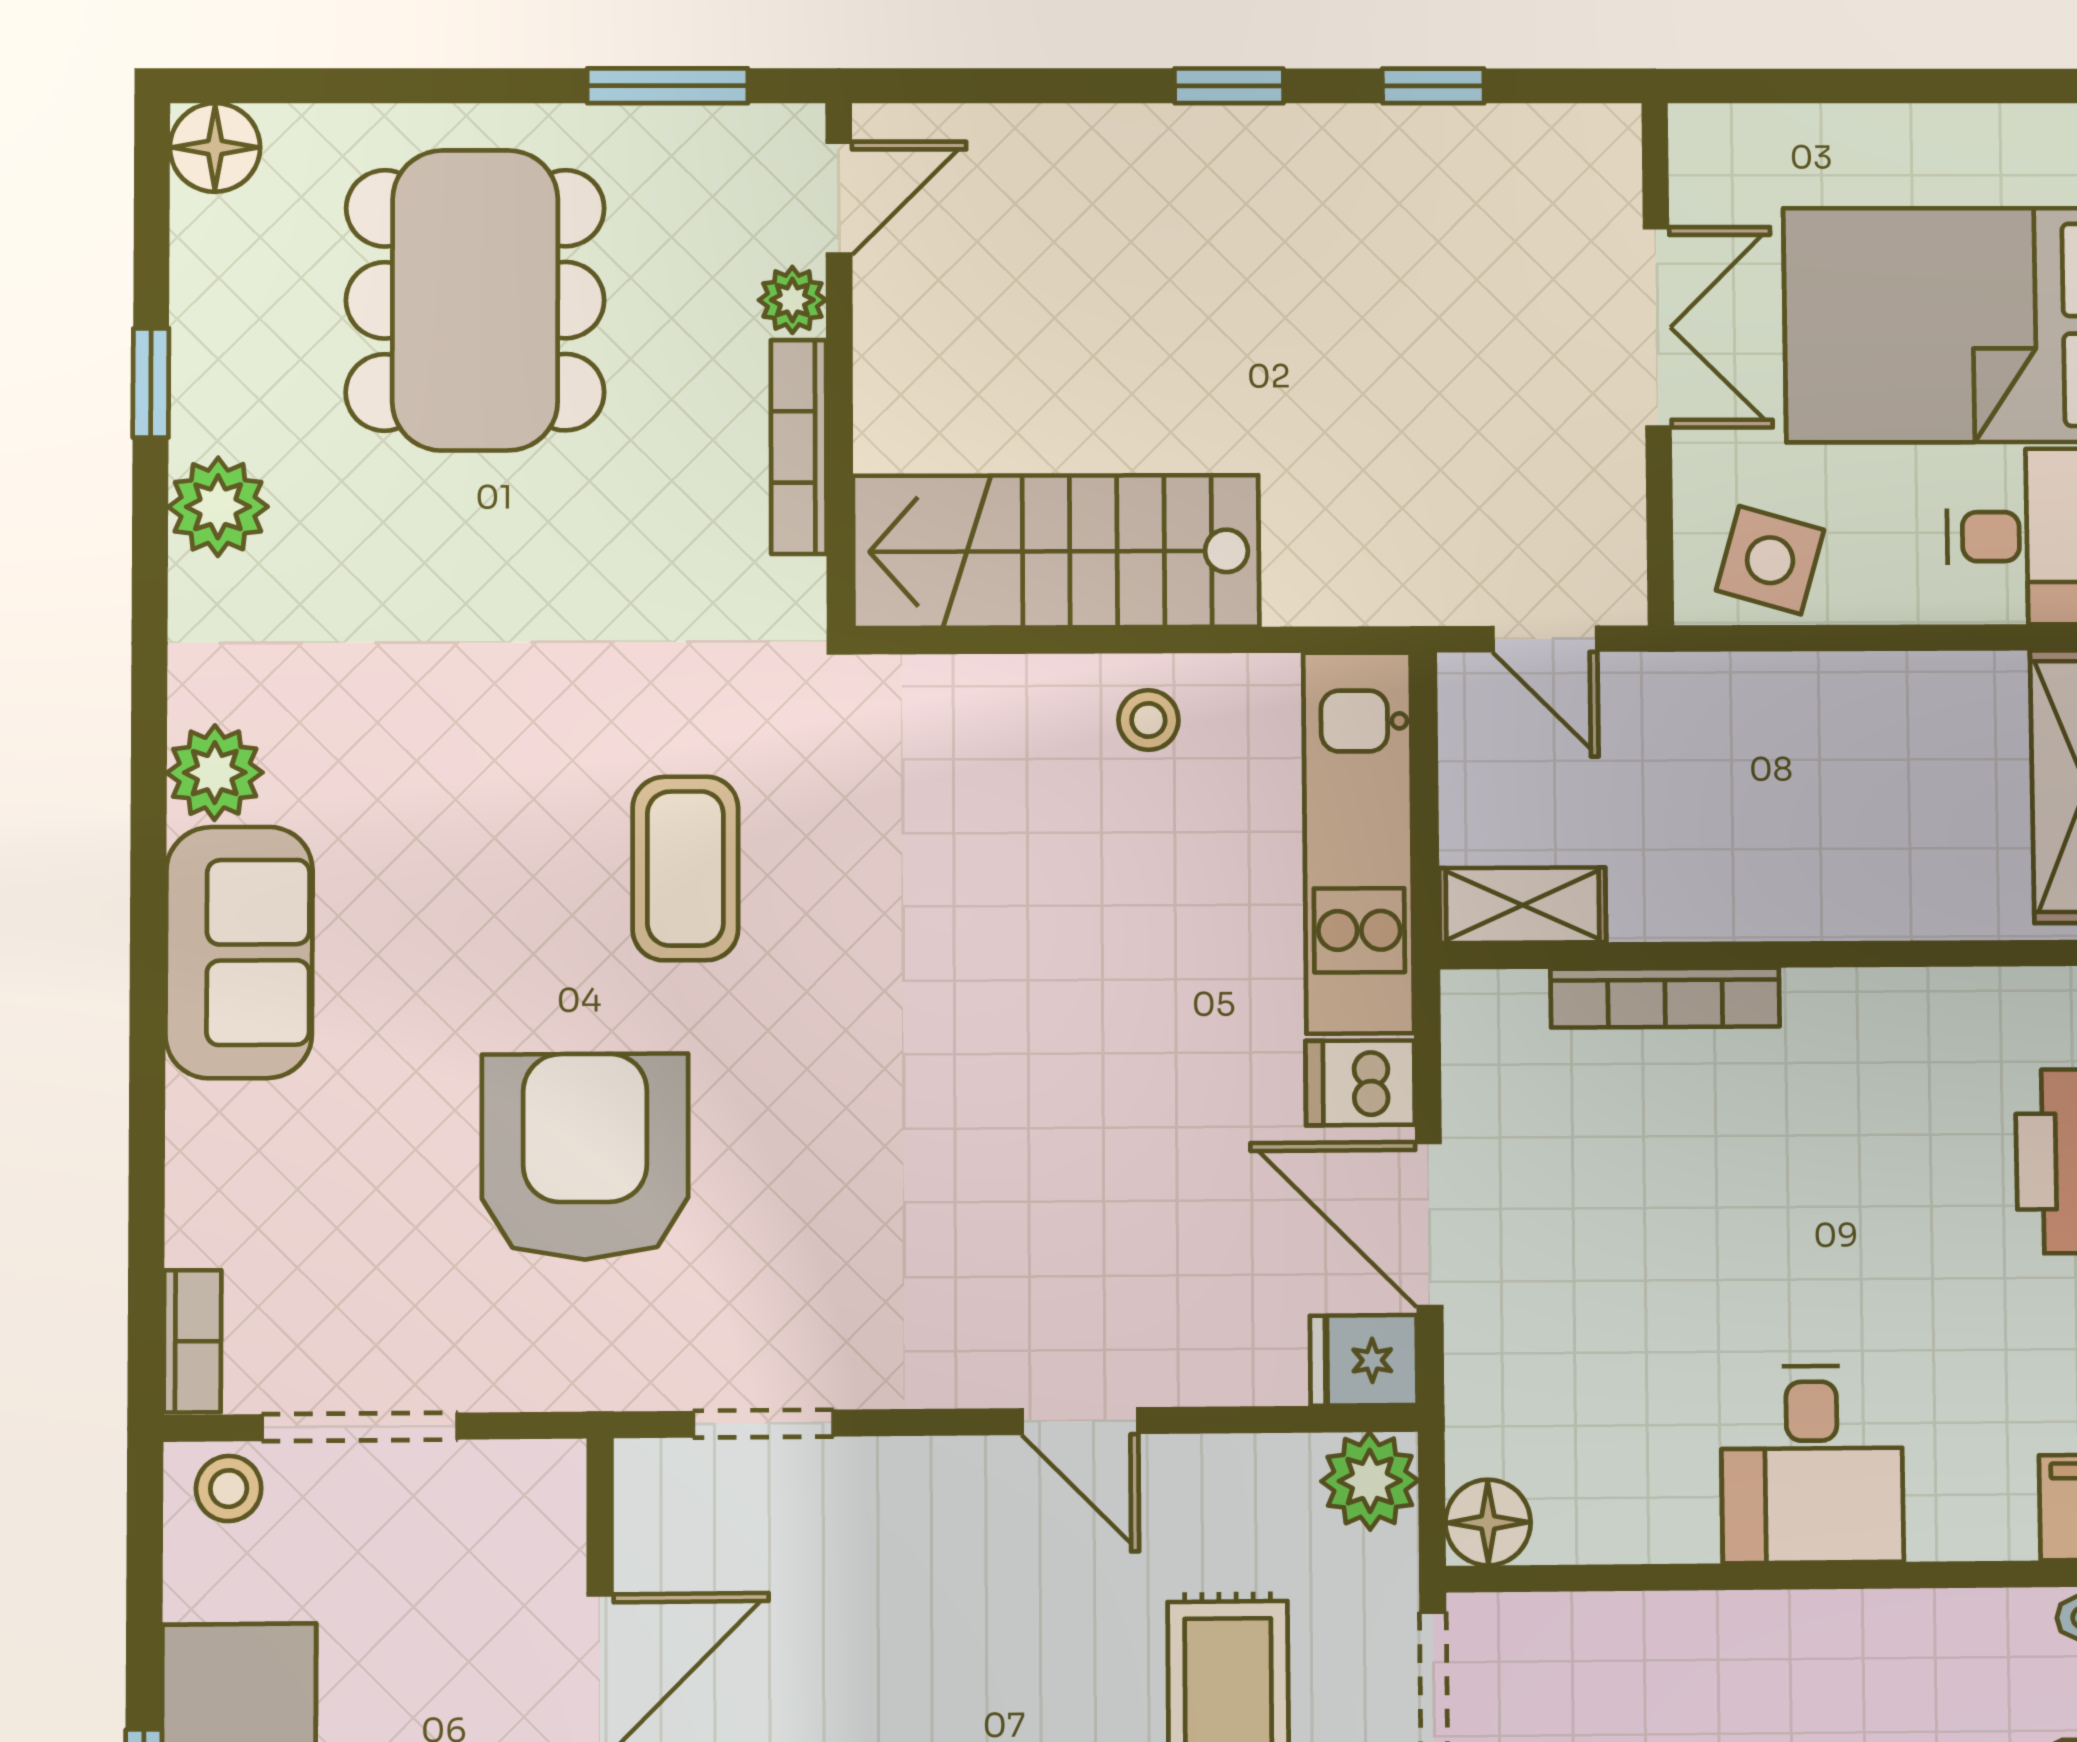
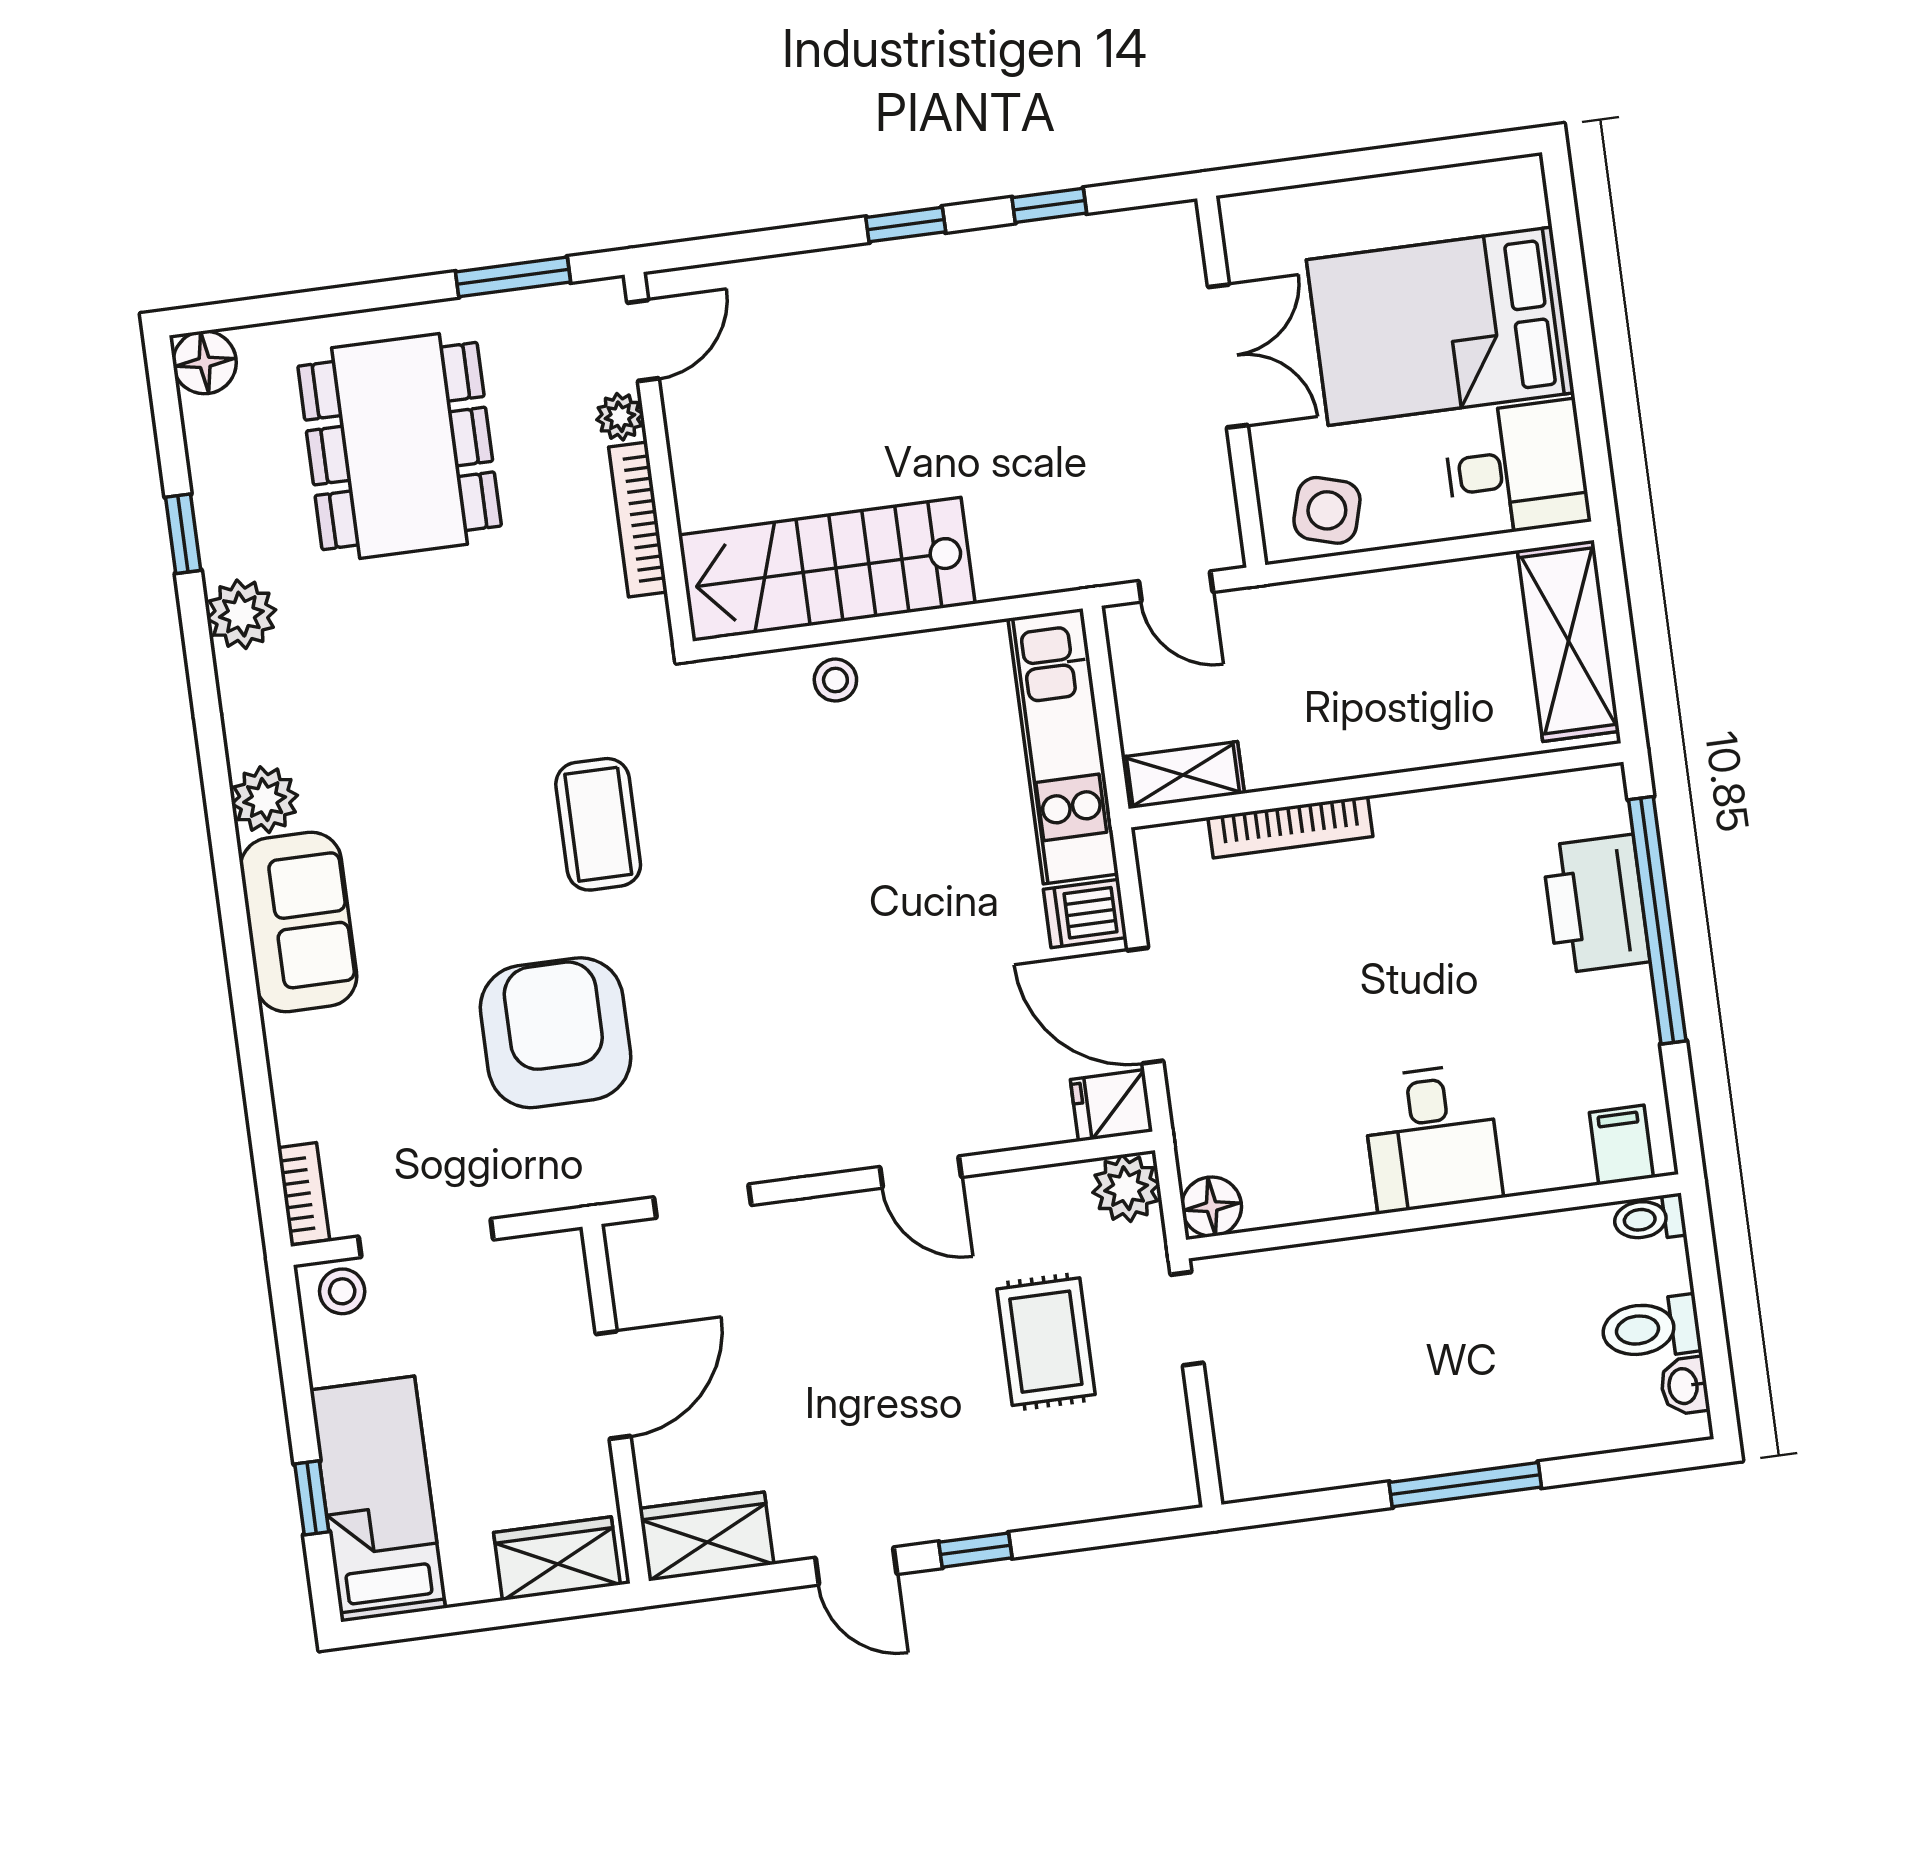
stool: (1148, 720) -> (835, 680), moved

